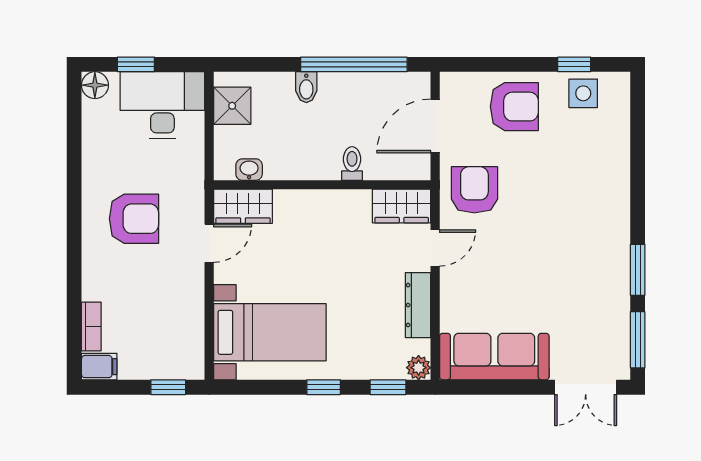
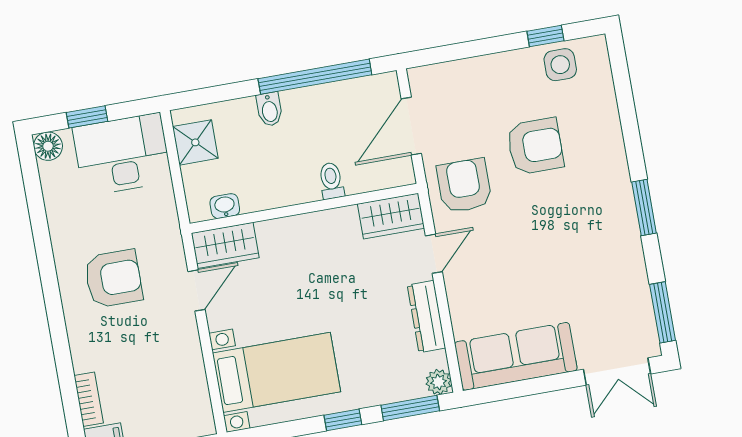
armchair: (514, 107) -> (535, 146), moved
window: (638, 270) -> (644, 207), moved
window: (388, 387) -> (410, 408), width x1.50

